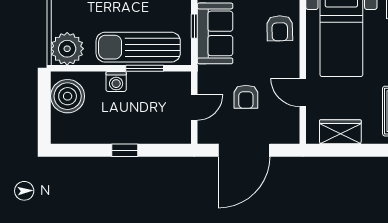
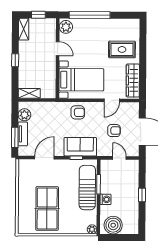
sun lounger: (138, 47) -> (87, 188), turned 180
plant: (67, 49) -> (92, 229), width x0.53, depth x0.53
wardrobe: (340, 132) -> (133, 80), width x1.50

